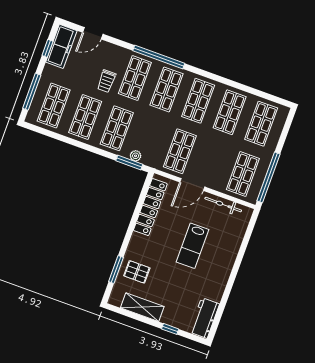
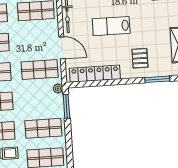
plant: (136, 156) -> (58, 89), moved
lab bench: (192, 246) -> (111, 26), turned 180
pallet: (137, 272) -> (140, 58), moved

